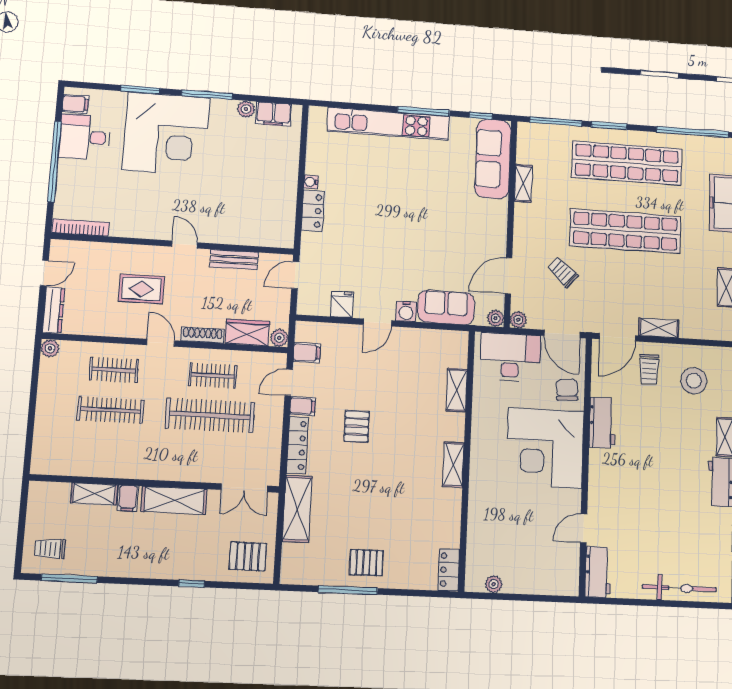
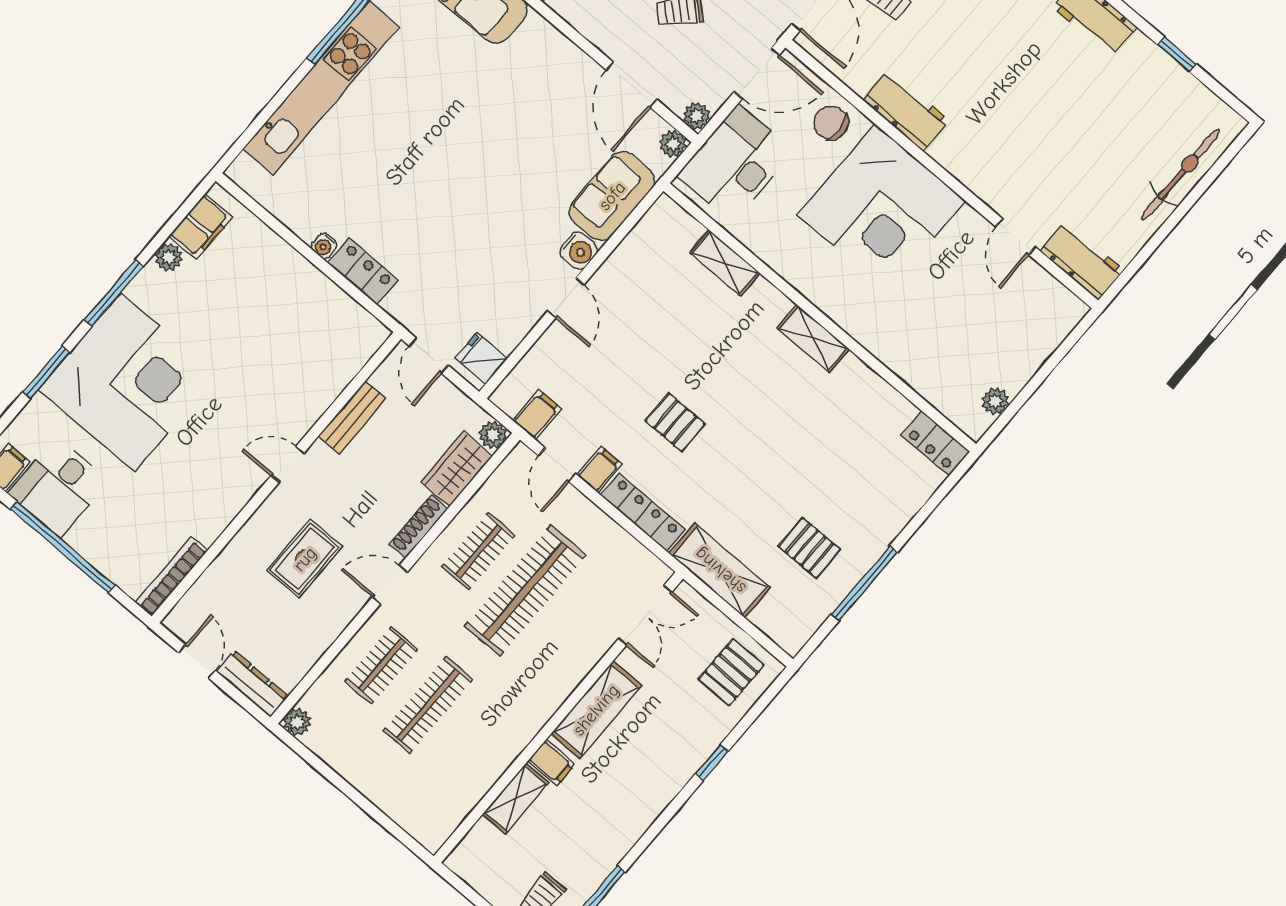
fridge: (342, 304) -> (481, 358), moved
pallet: (366, 563) -> (810, 548), moved, turned 90

